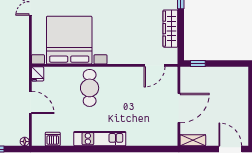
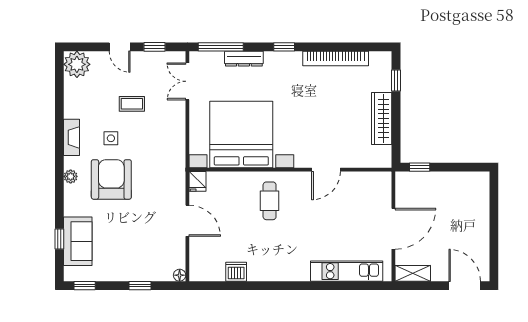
door: (155, 65) -> (326, 170), moved
cafe table: (90, 88) -> (270, 201), width x0.73, depth x0.74
dishwasher: (53, 139) -> (236, 272), moved
kitchen unit: (100, 139) -> (347, 271), moved

